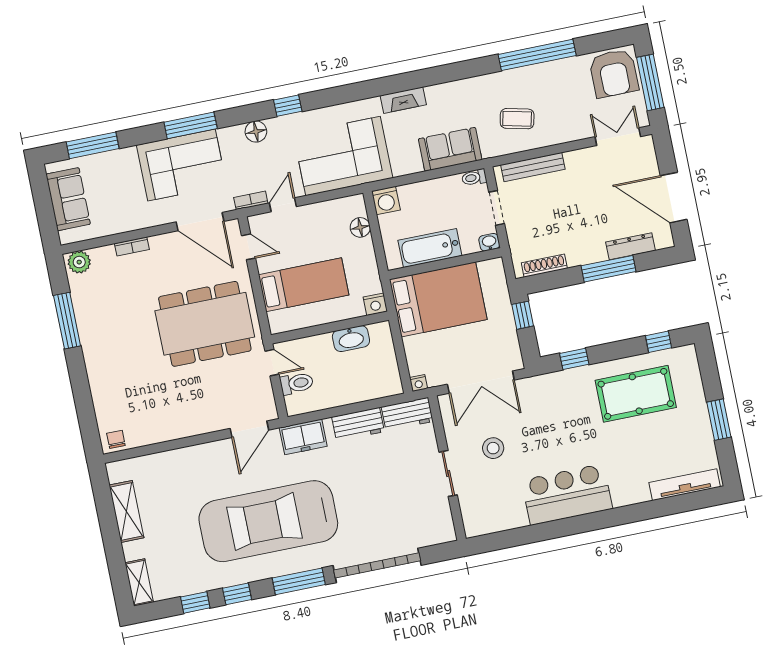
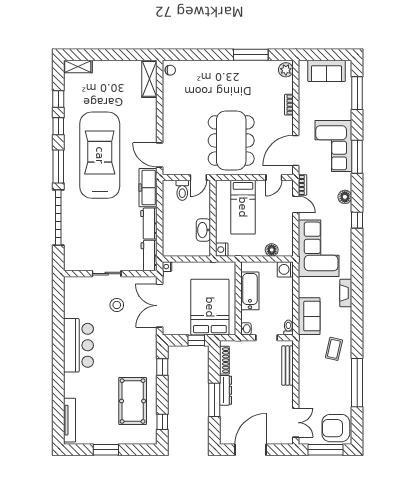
coffee table: (517, 119) -> (334, 349), moved
dresser: (630, 246) -> (226, 390), moved
bed: (438, 299) -> (210, 307), moved, turned 180
freezer: (303, 437) -> (148, 188), width x1.40
shelving: (126, 511) -> (149, 79), moved, turned 90

